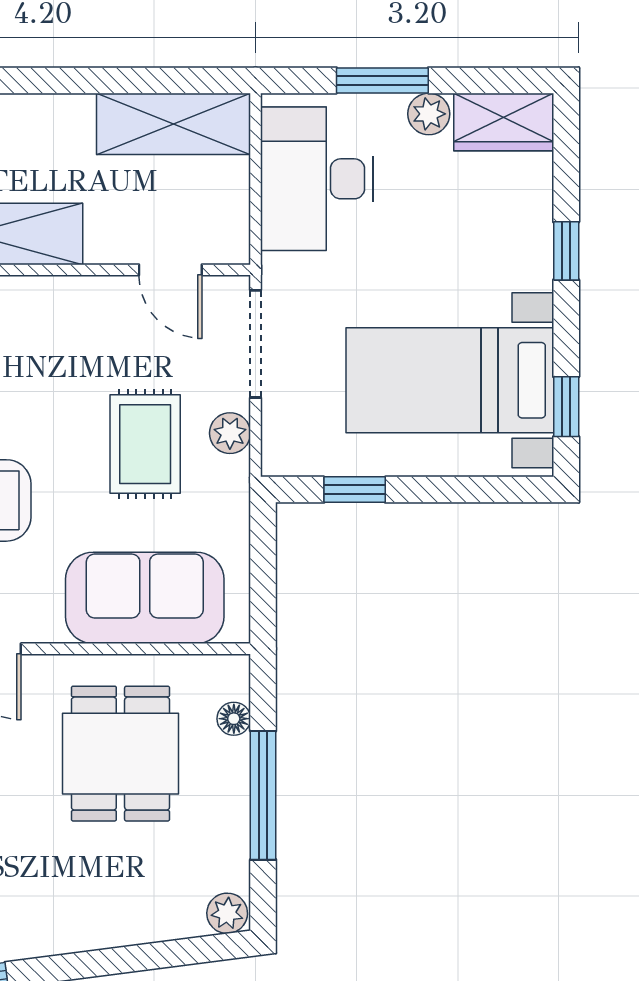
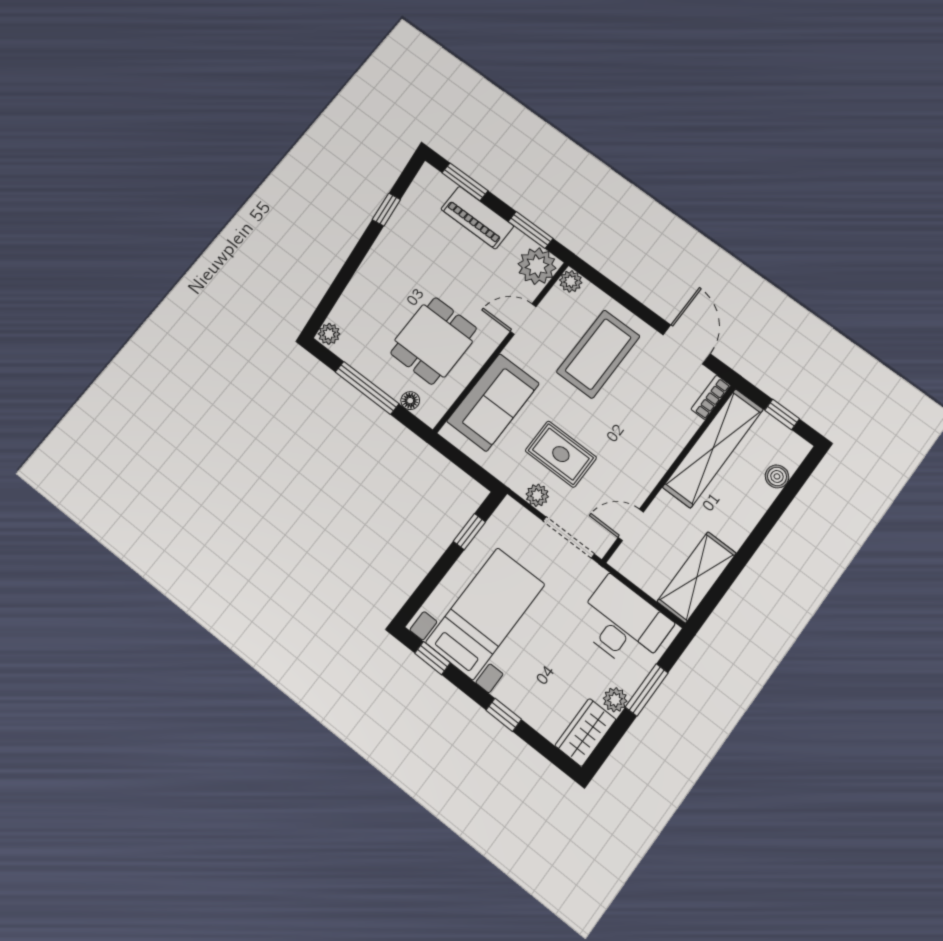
dining table: (120, 754) -> (434, 341), turned 90

